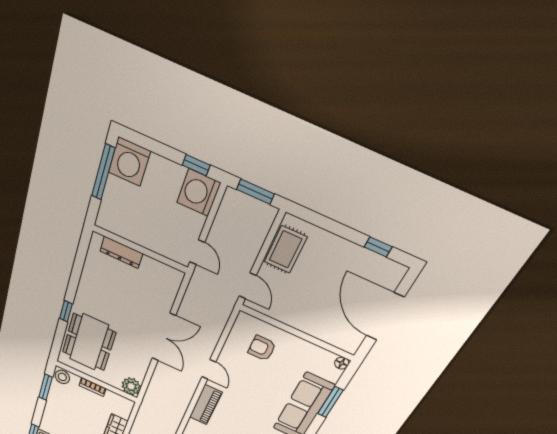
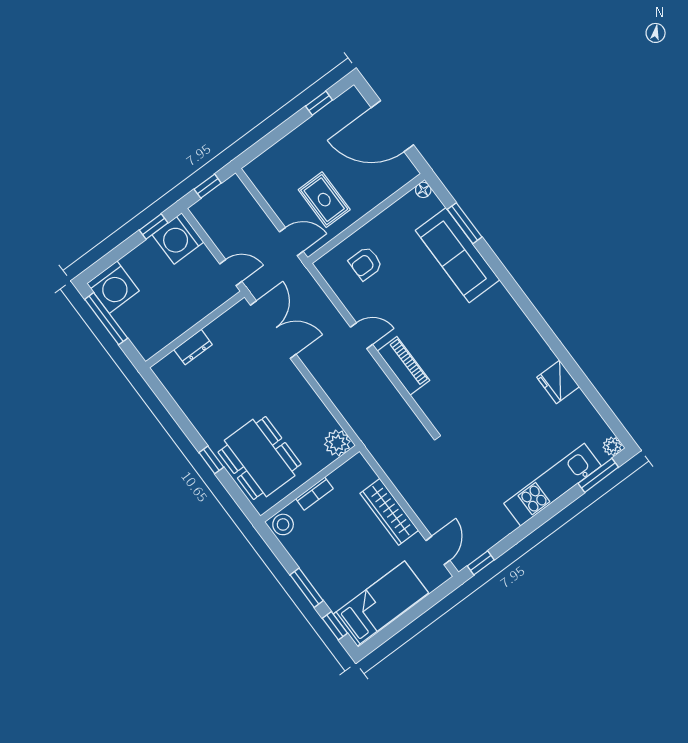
window: (255, 192) -> (208, 186), width x0.67
rug: (285, 250) -> (324, 200), moved
dresser: (121, 252) -> (193, 347), width x0.70
double door: (164, 337) -> (273, 330), moved
window: (45, 387) -> (307, 588), moved

